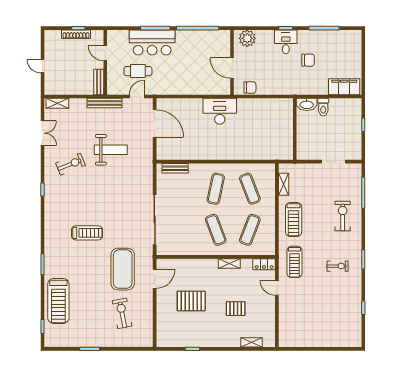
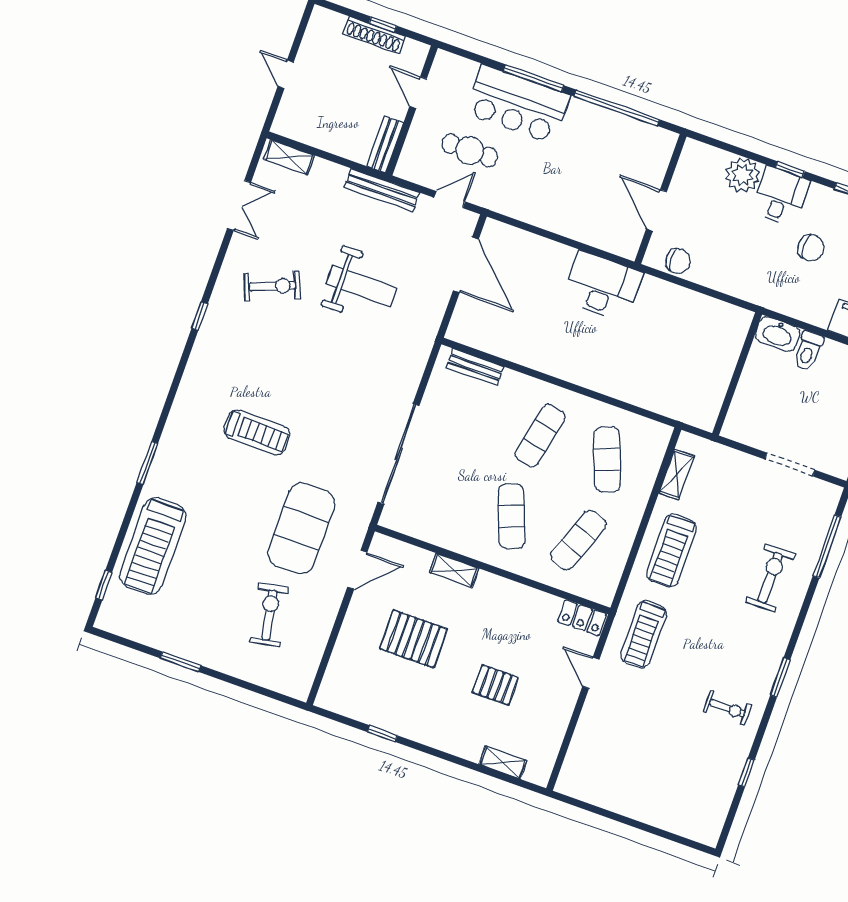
plant: (247, 38) -> (743, 175), moved
shelving: (229, 263) -> (454, 570), moved
exercise bike: (338, 266) -> (727, 708), moved

